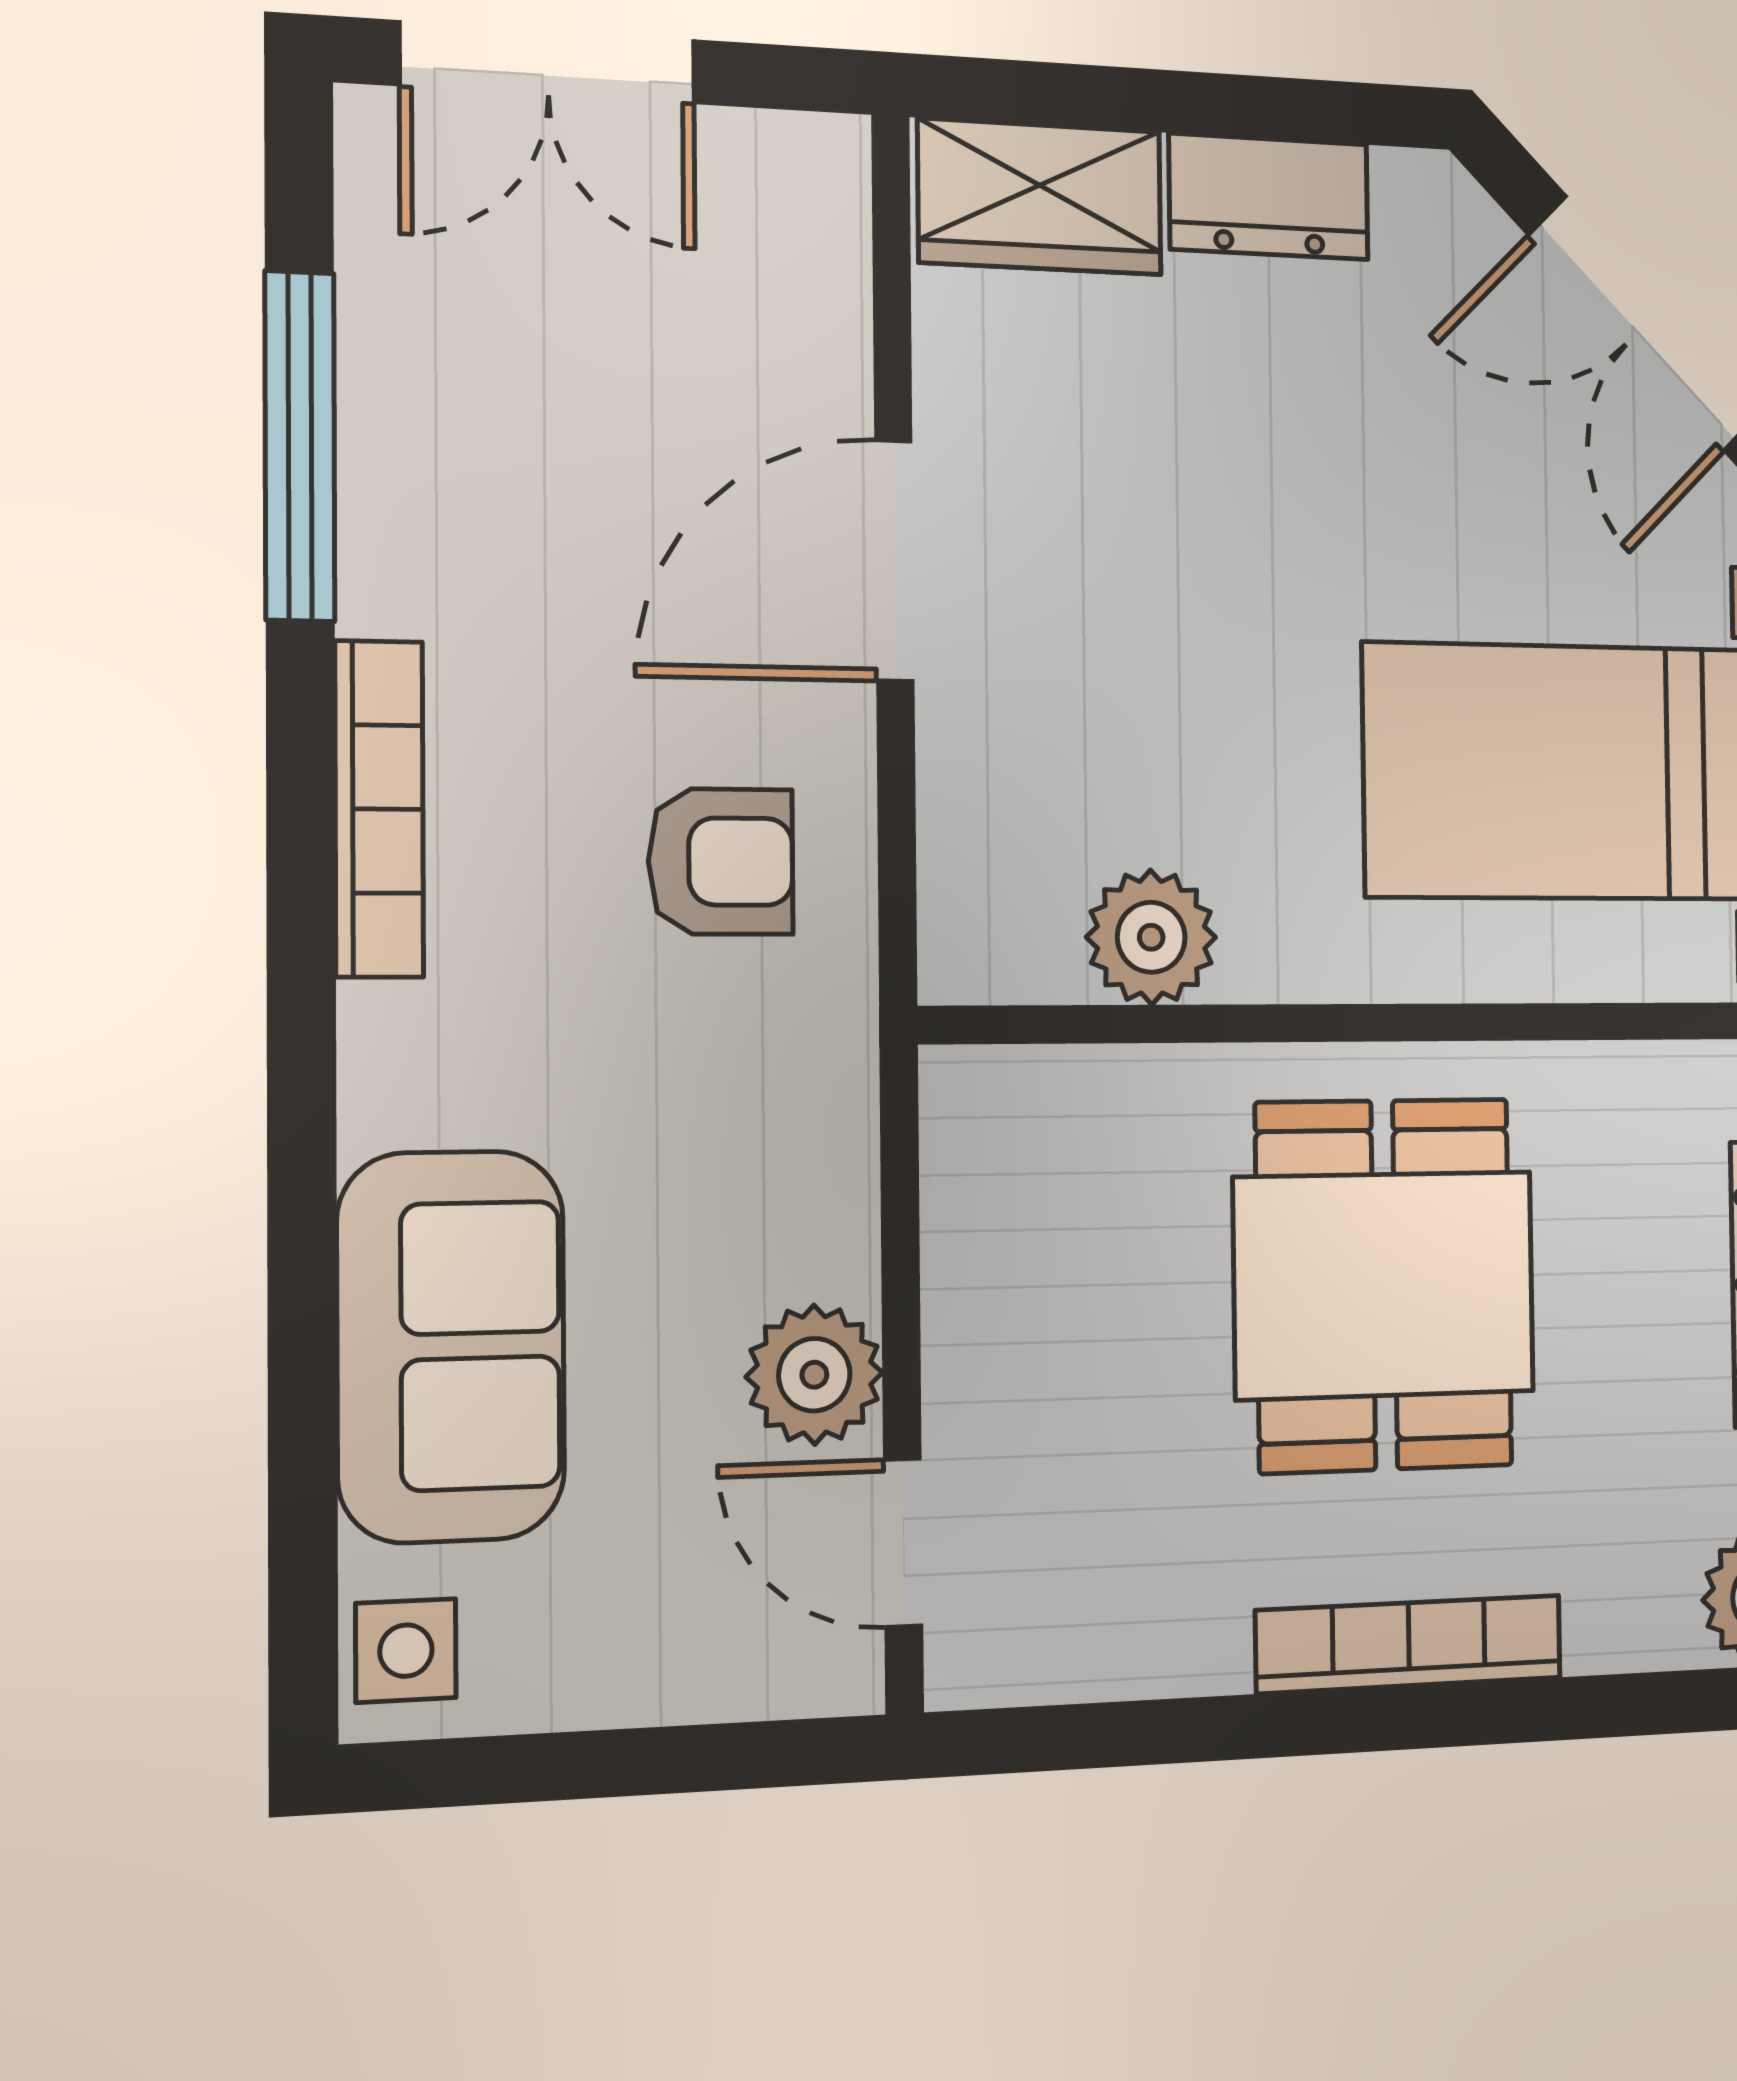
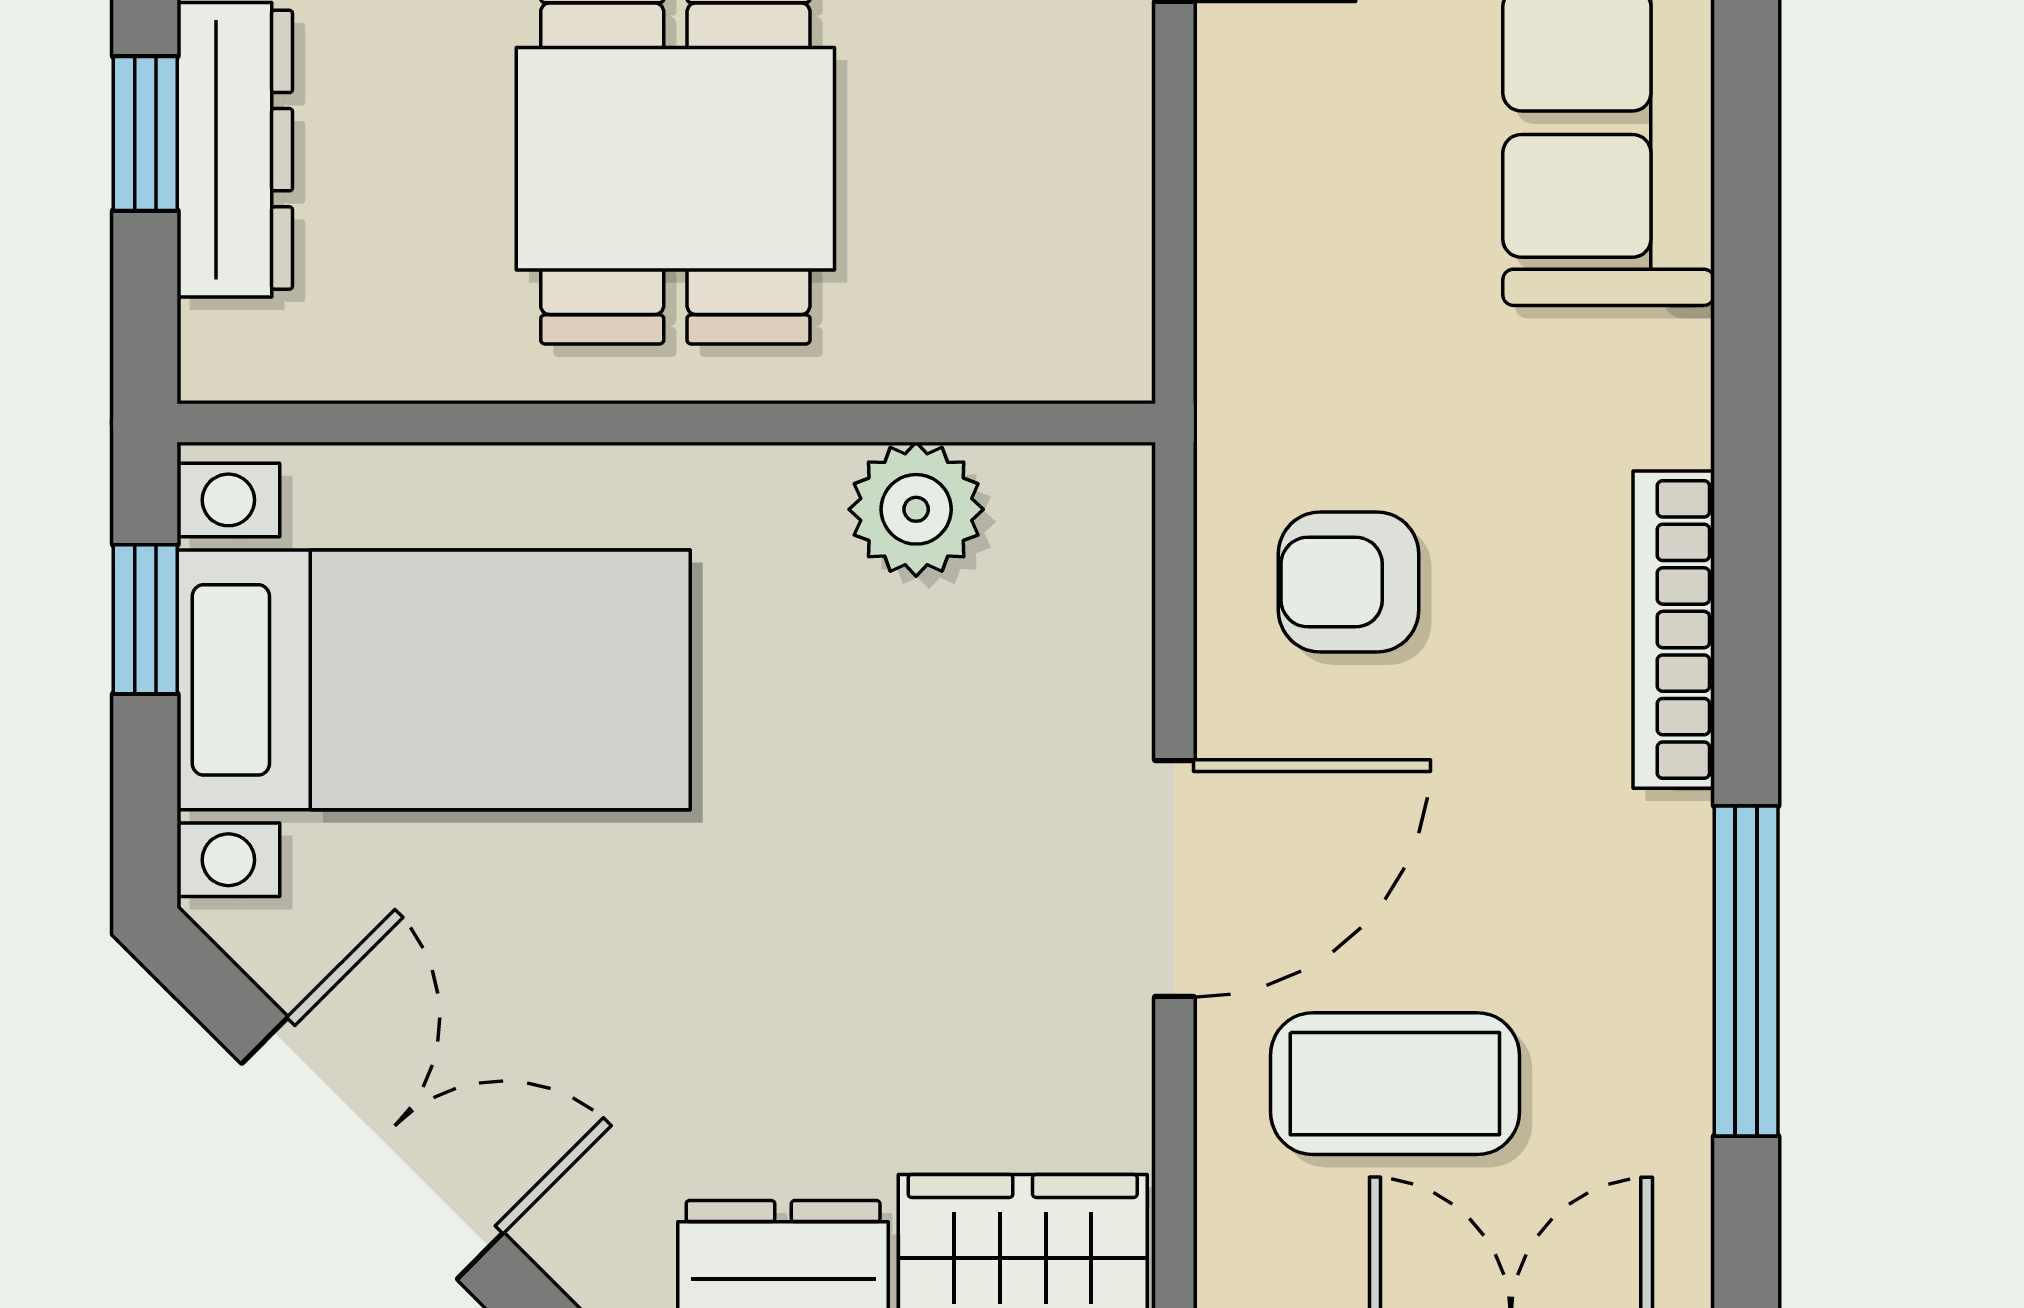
coffee table: (670, 343) -> (1395, 1084), added
plant: (814, 1375) -> (1261, 86), removed

